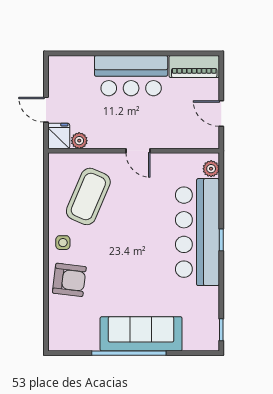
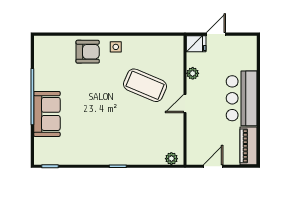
plant: (79, 141) -> (193, 73), moved
coffee table: (88, 196) -> (145, 85), moved
bar counter: (197, 232) -> (124, 148), removed
armchair: (69, 280) -> (88, 52), turned -97
sofa: (141, 334) -> (47, 114), width x0.73

